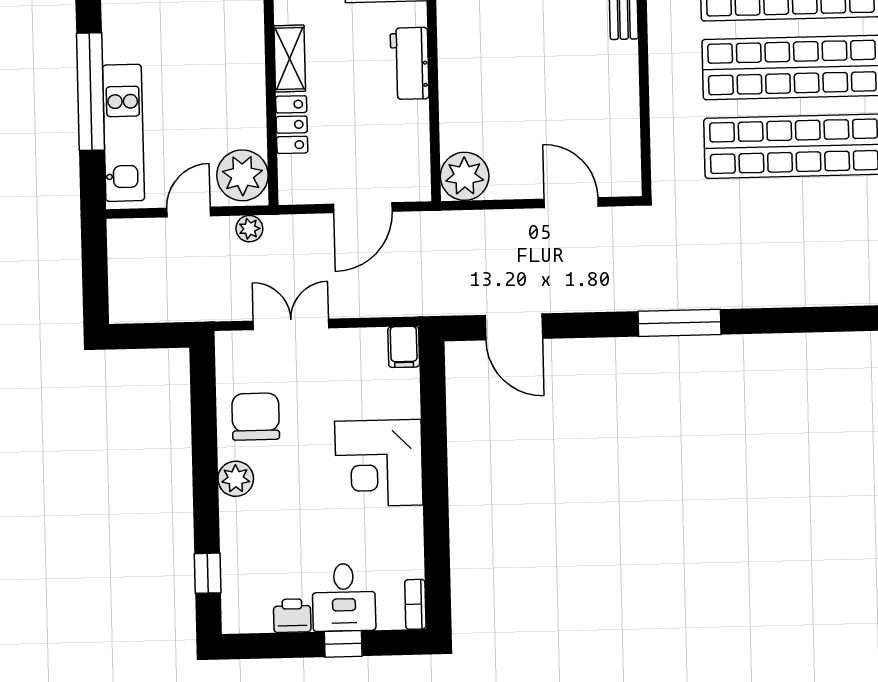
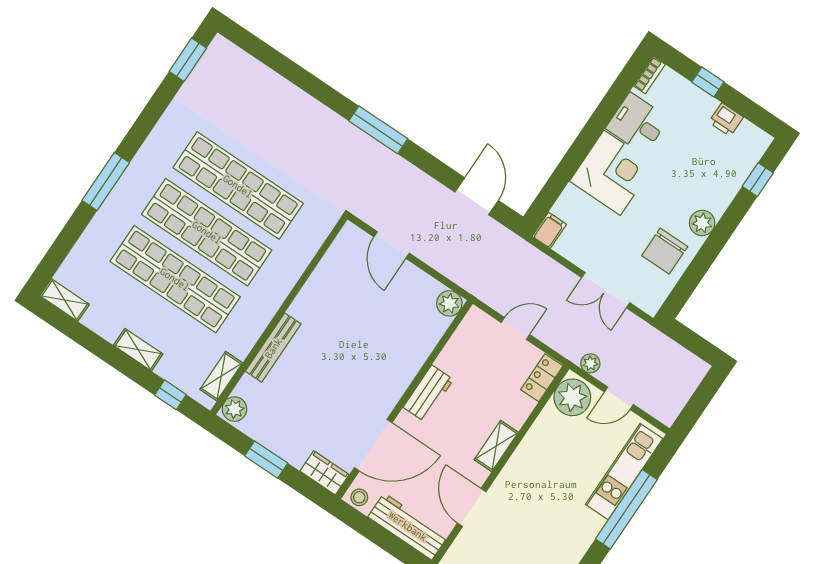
locker: (292, 125) -> (542, 378), moved
plant: (465, 176) -> (449, 303), width x0.73, depth x0.73
door: (363, 208) -> (515, 328), width x0.73
desk: (344, 597) -> (637, 123), moved, turned -90

